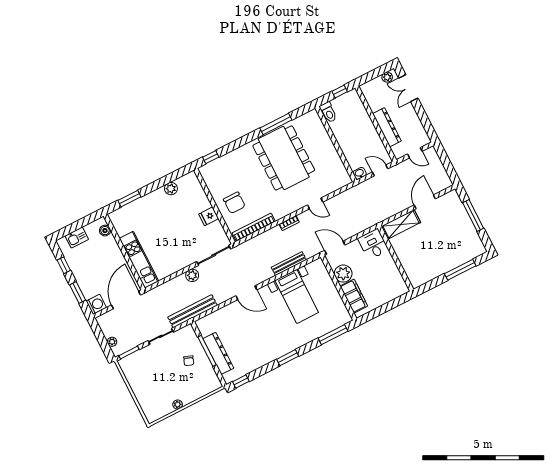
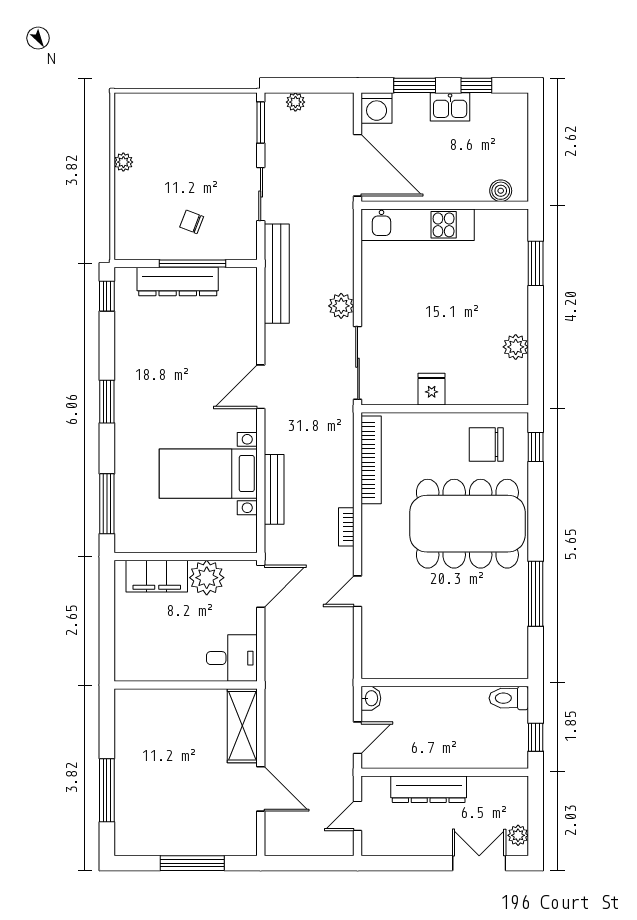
dining table: (284, 158) -> (467, 524), moved
chair: (234, 203) -> (486, 445), moved
kitchen sink: (77, 237) -> (450, 107), moved, turned -90

